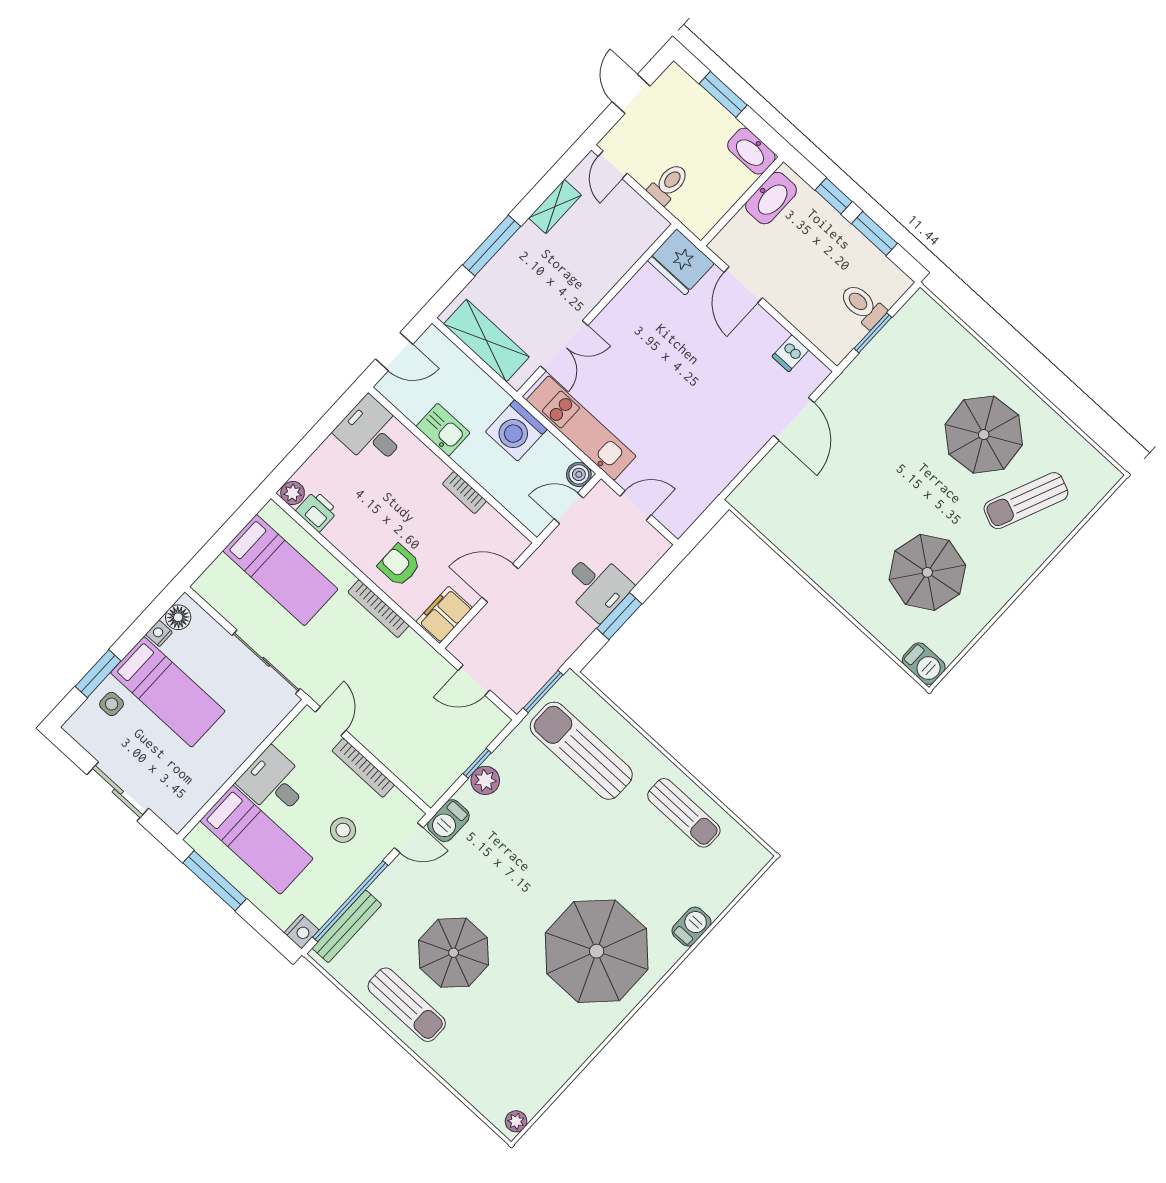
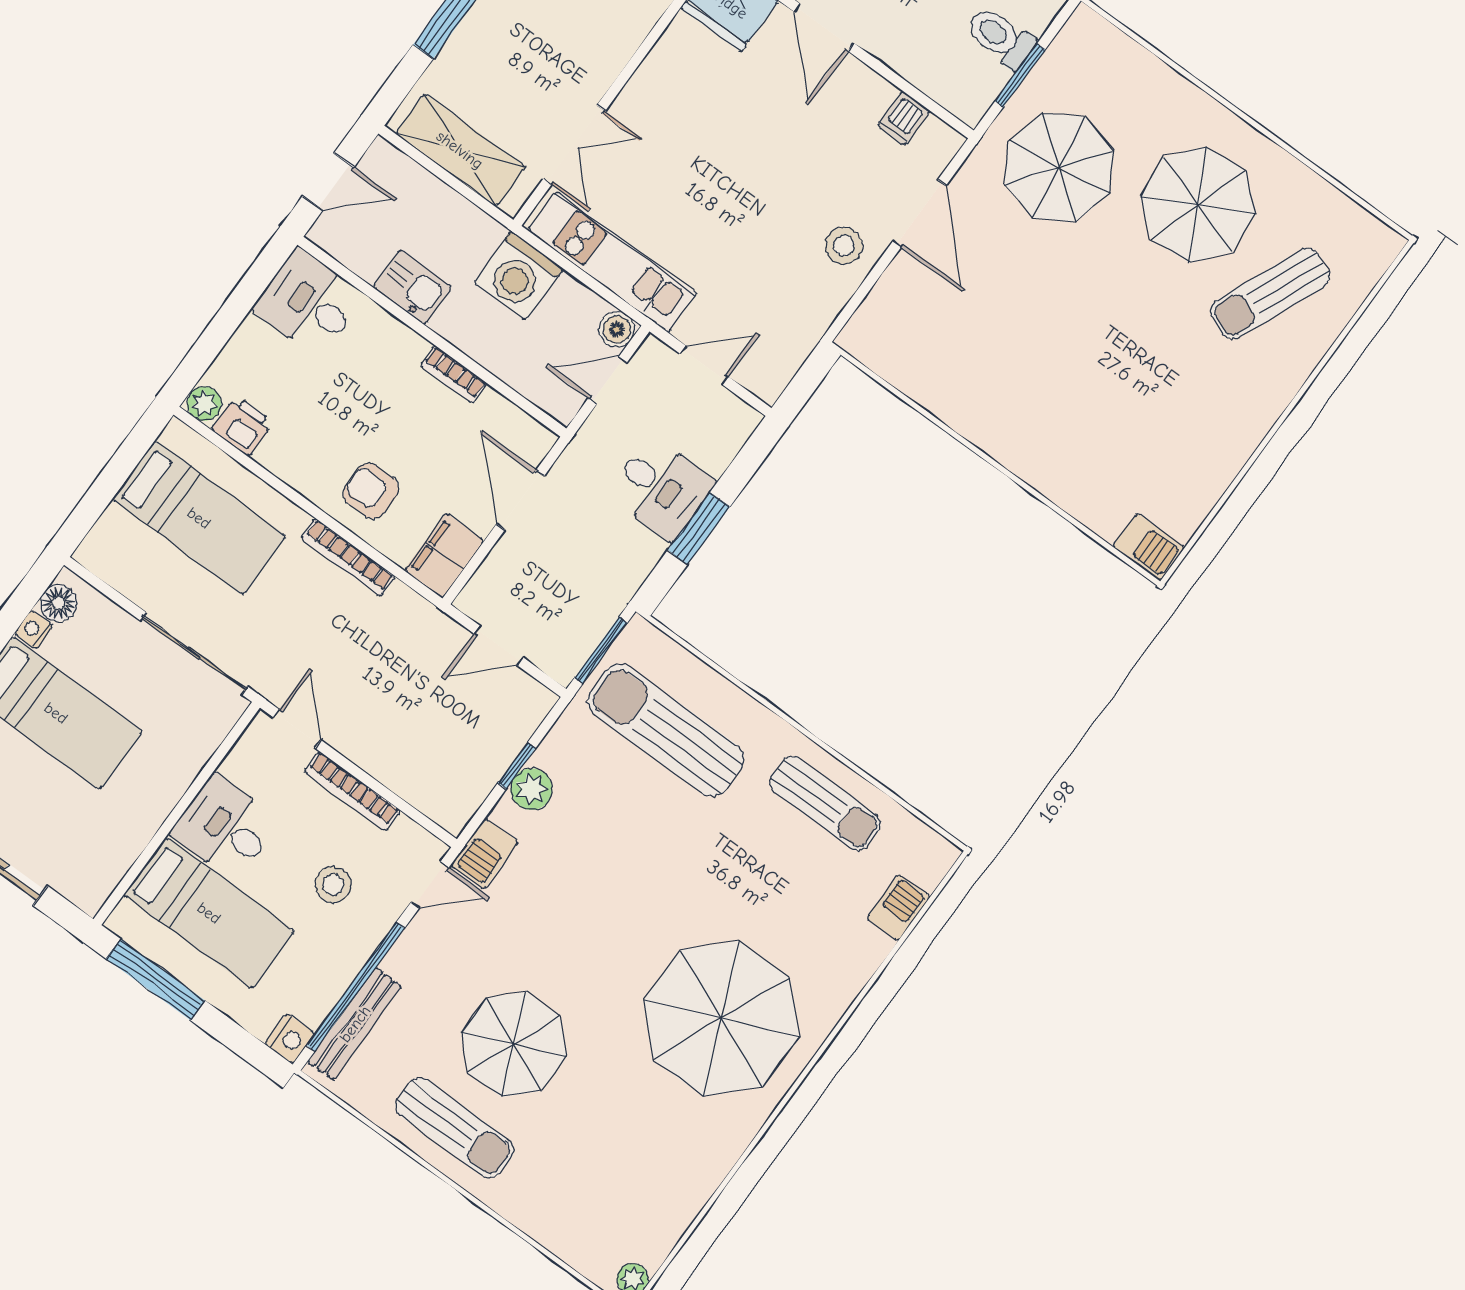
stool: (740, 435) -> (844, 246), added
parasol: (927, 572) -> (1059, 167), moved
door: (500, 583) -> (520, 500), hinge flipped
barbecue: (691, 927) -> (898, 908), moved

